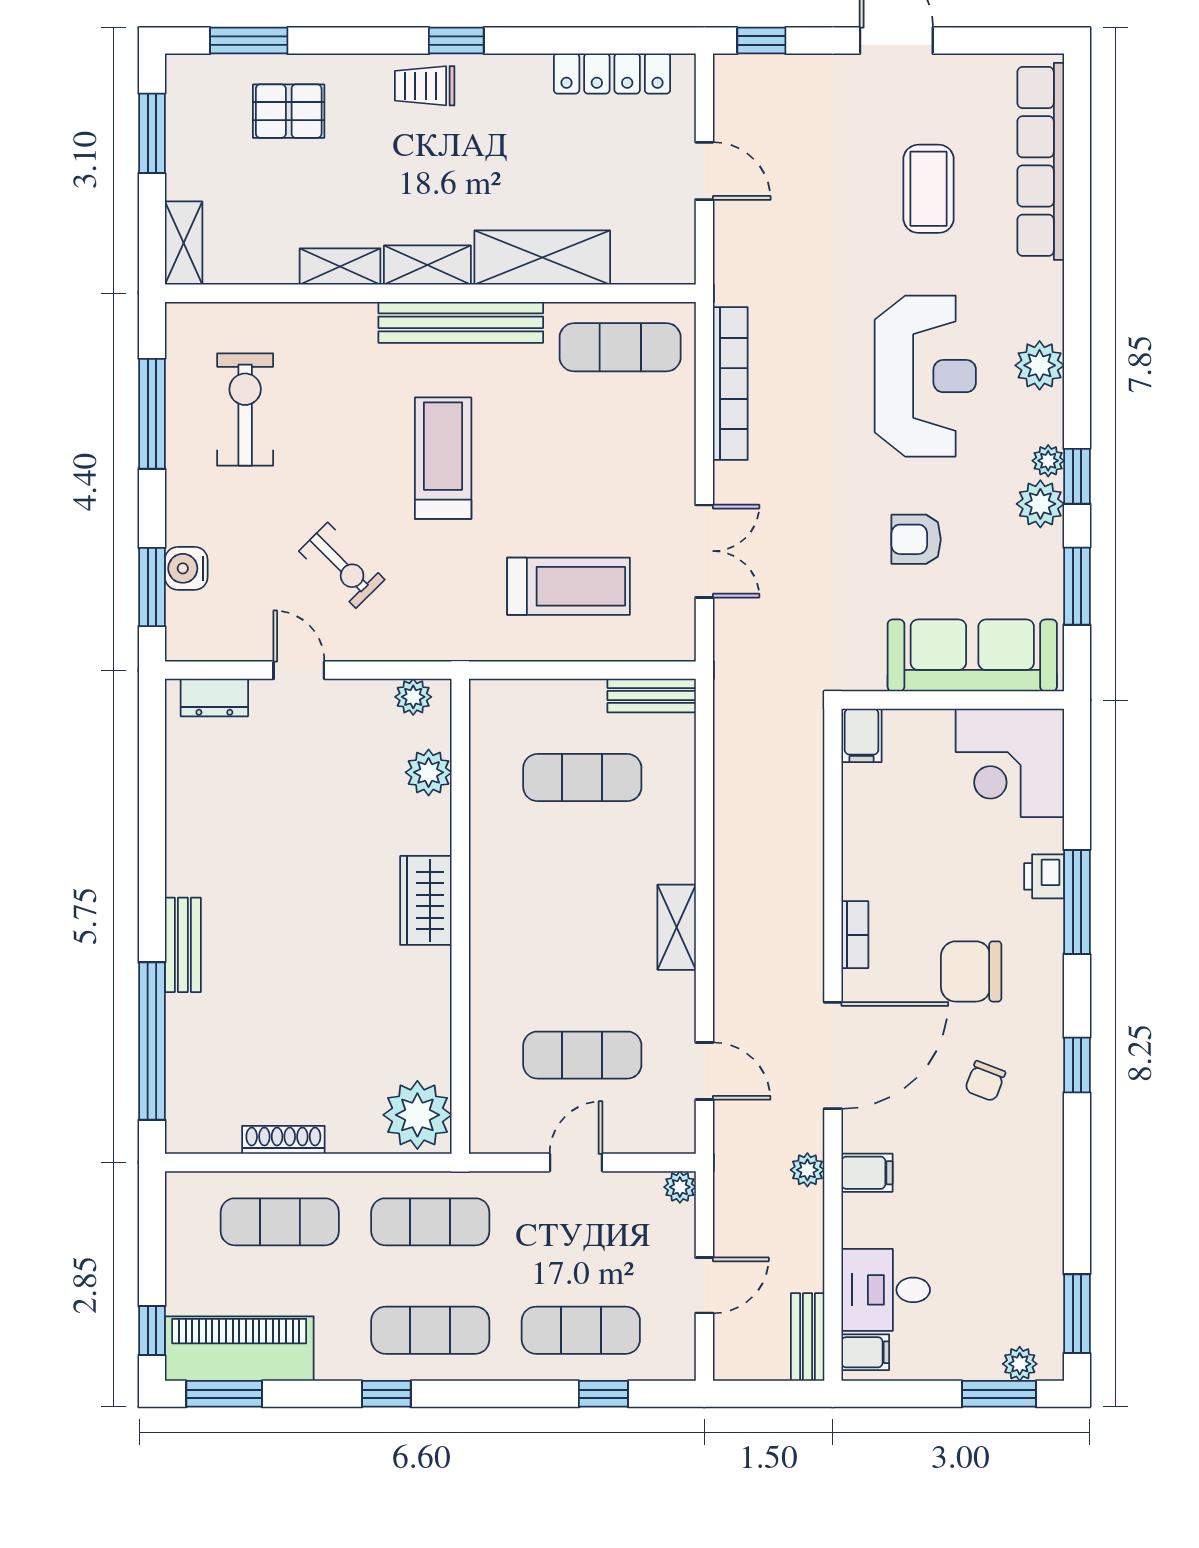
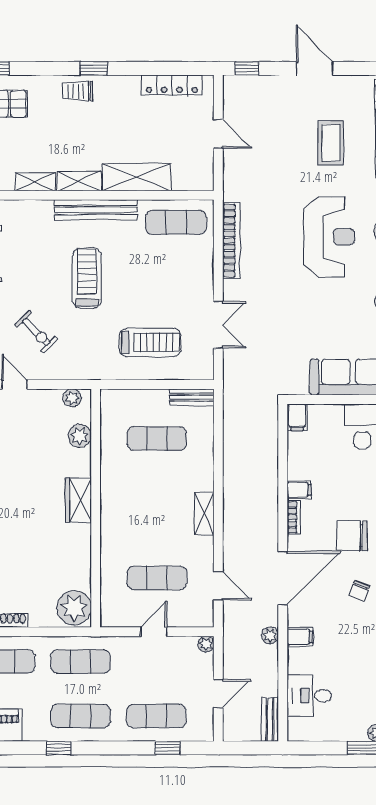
armchair: (916, 539) -> (325, 319), removed
filing cabinet: (865, 1352) -> (299, 490), moved

